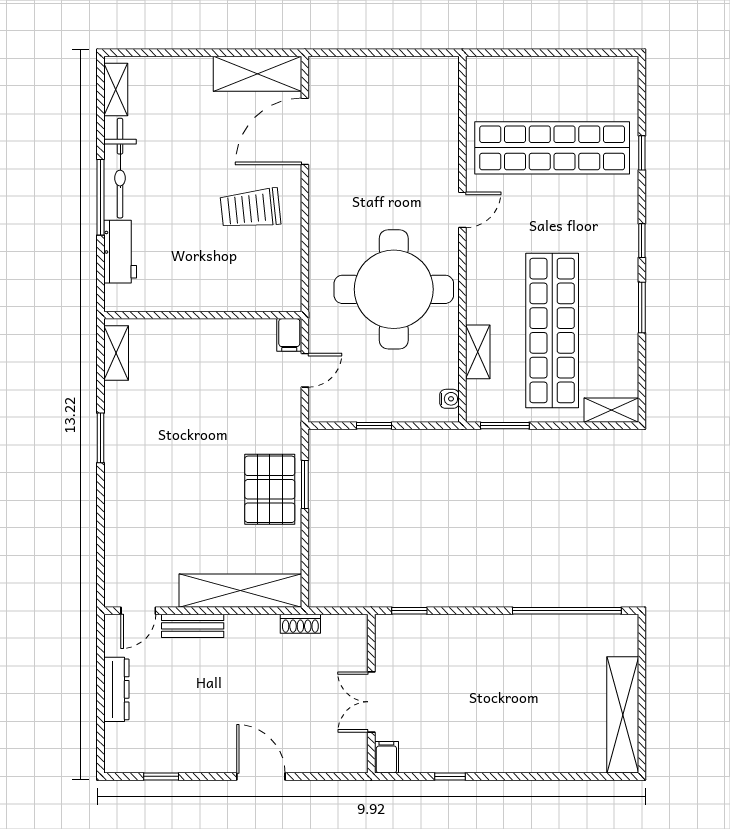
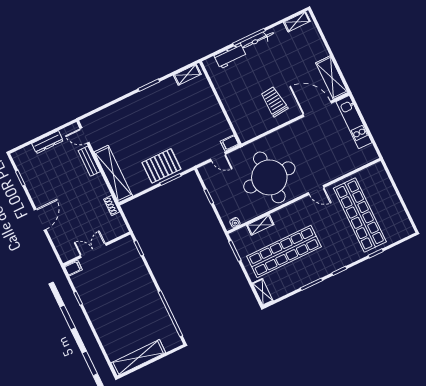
kitchen unit: (365, 72) -> (354, 122), added
bicycle: (120, 168) -> (258, 40), width x0.73, depth x0.71

